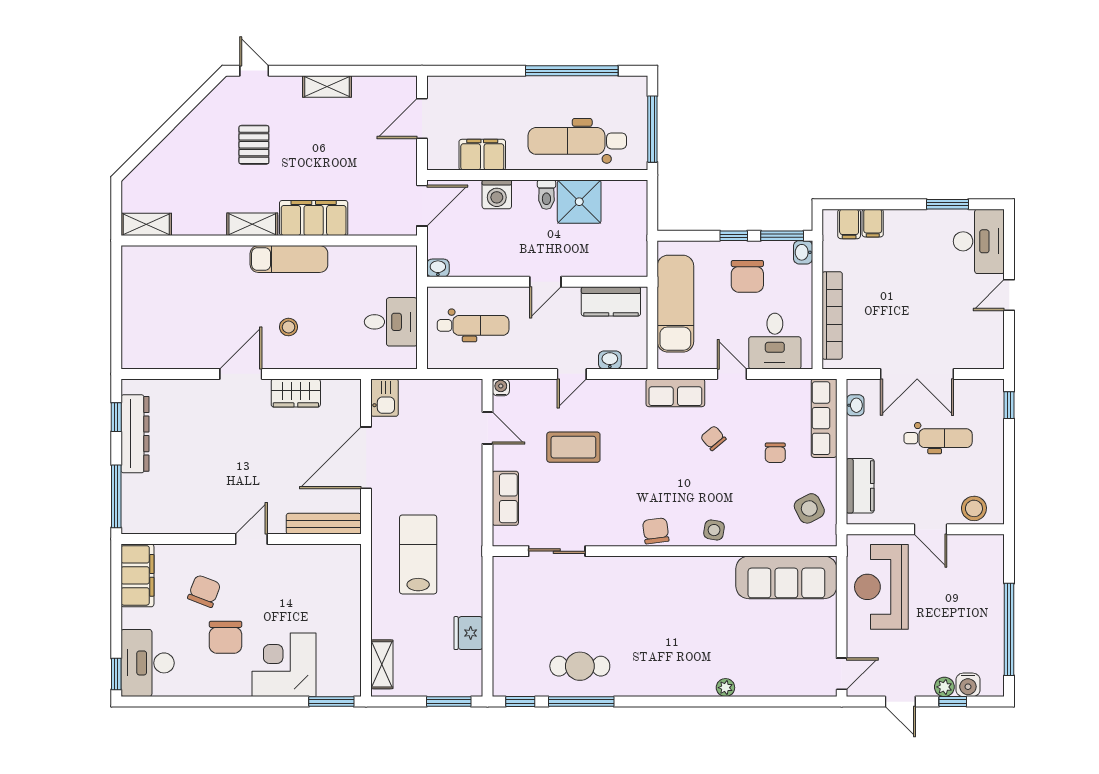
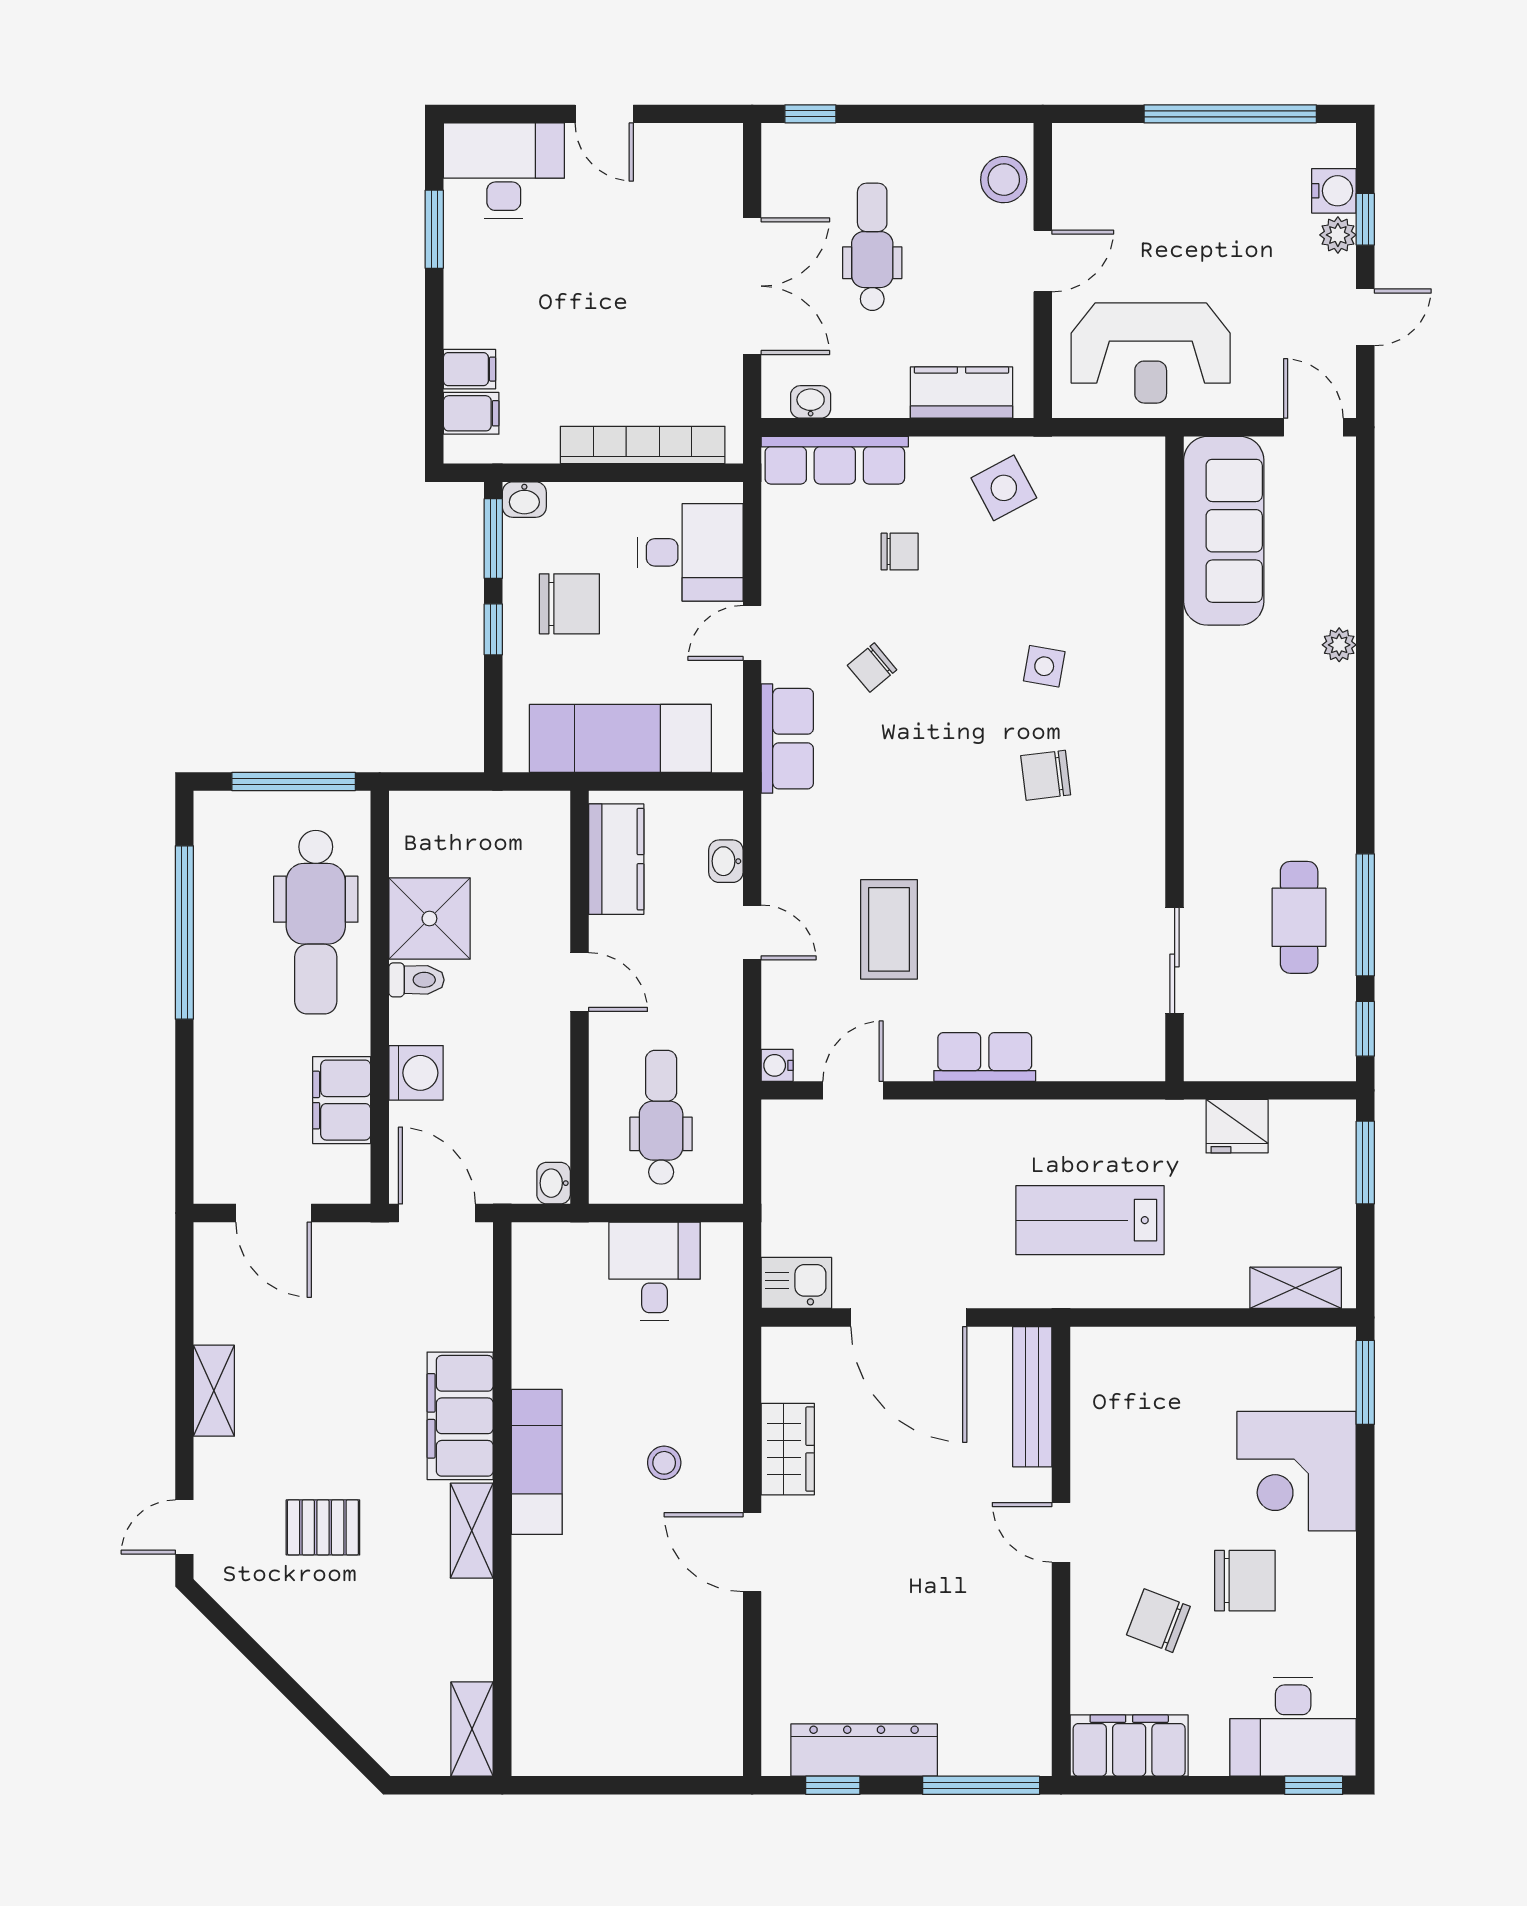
sliding door: (557, 551) -> (1175, 960), moved
wall: (665, 551) -> (1175, 759), moved
sofa: (786, 577) -> (1224, 531), moved

